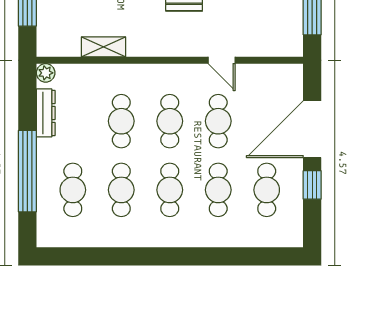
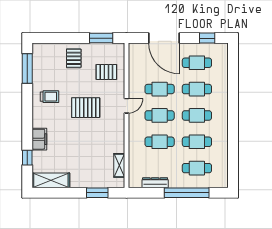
pallet: (250, 23) -> (106, 72), added
shelving: (103, 47) -> (119, 165), moved
door: (222, 60) -> (126, 106), moved
plant: (46, 73) -> (133, 183), removed
window: (312, 185) -> (207, 38), moved

